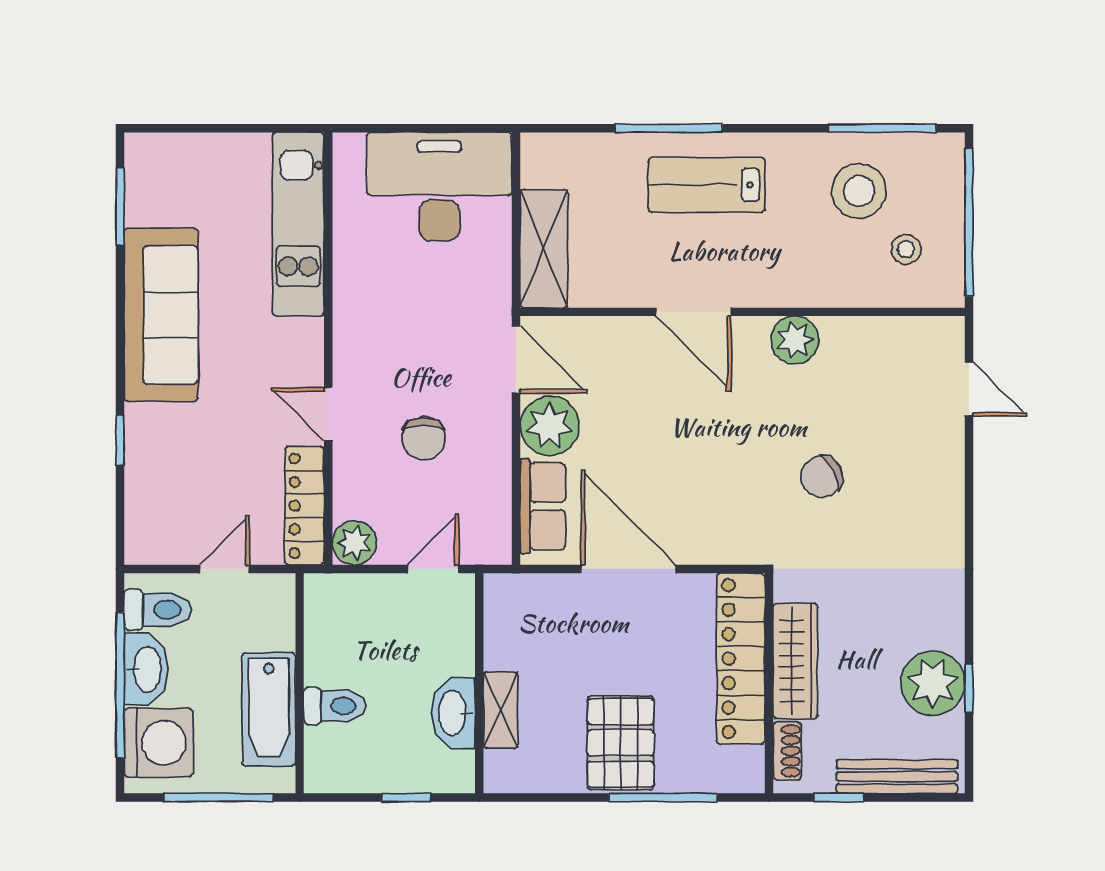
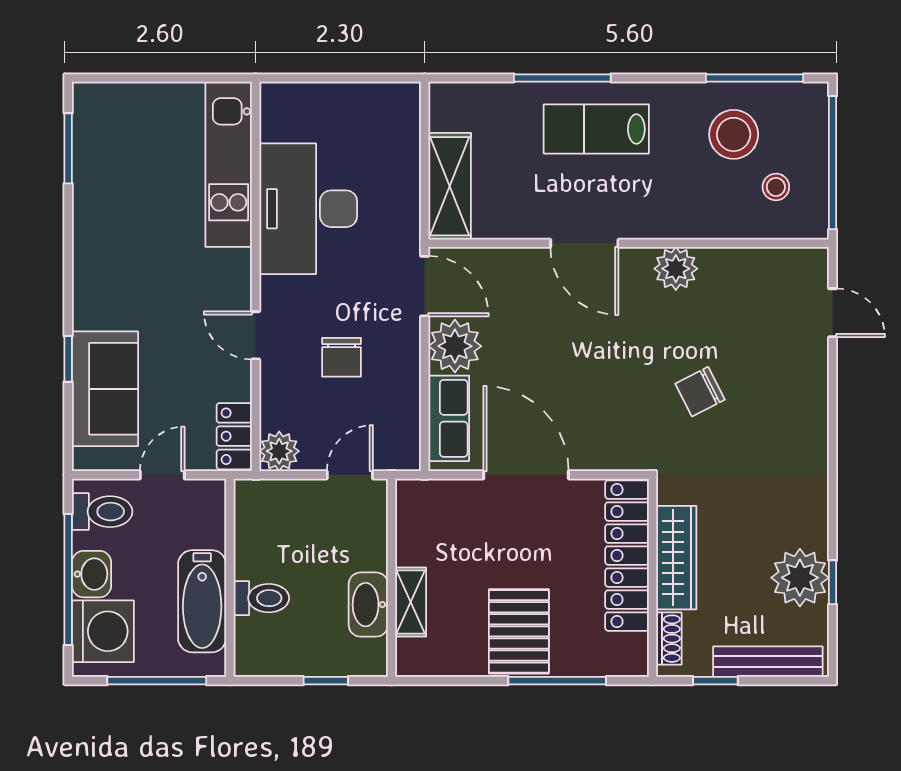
desk: (439, 187) -> (308, 209), moved, turned -90
sofa: (161, 315) -> (105, 389), moved, width x0.73
locker: (305, 506) -> (234, 436), width x0.66
washbasin: (146, 669) -> (92, 574), width x0.72

